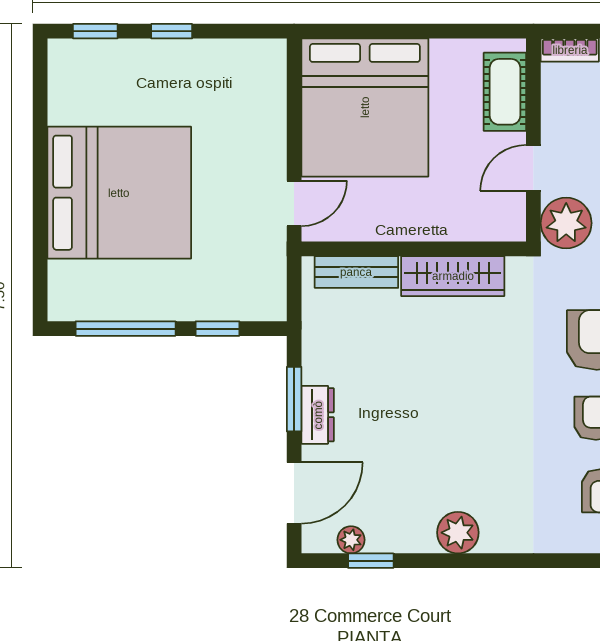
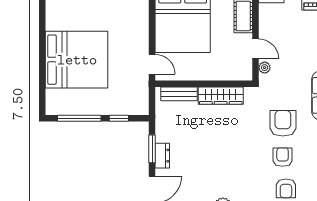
door: (533, 168) -> (256, 49), swing flipped
door: (294, 203) -> (152, 64), hinge flipped
plant: (566, 223) -> (265, 68), width x0.53, depth x0.53

